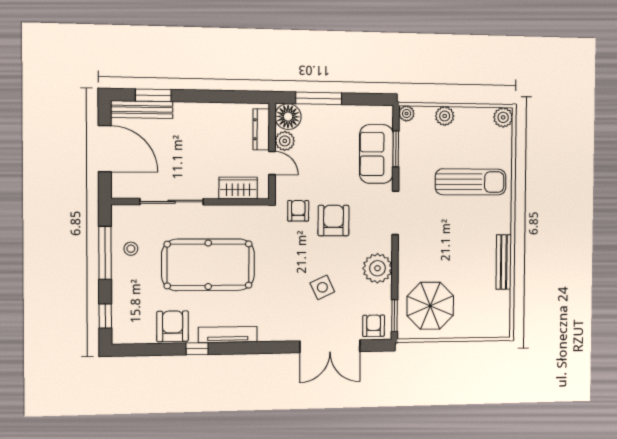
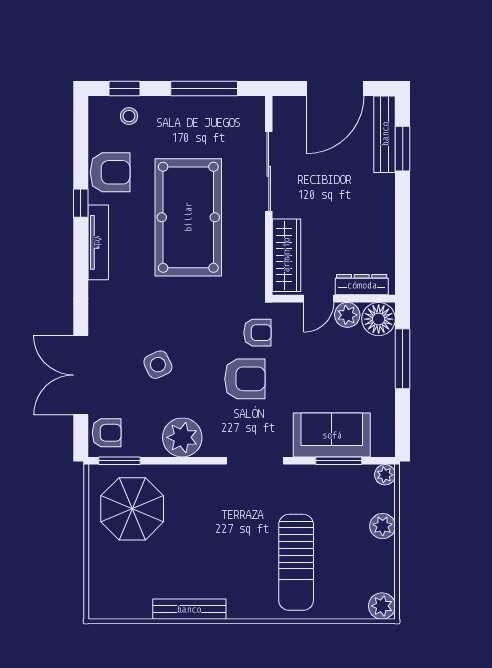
wardrobe: (238, 188) -> (286, 255), width x1.50
stool: (131, 249) -> (129, 116), moved

